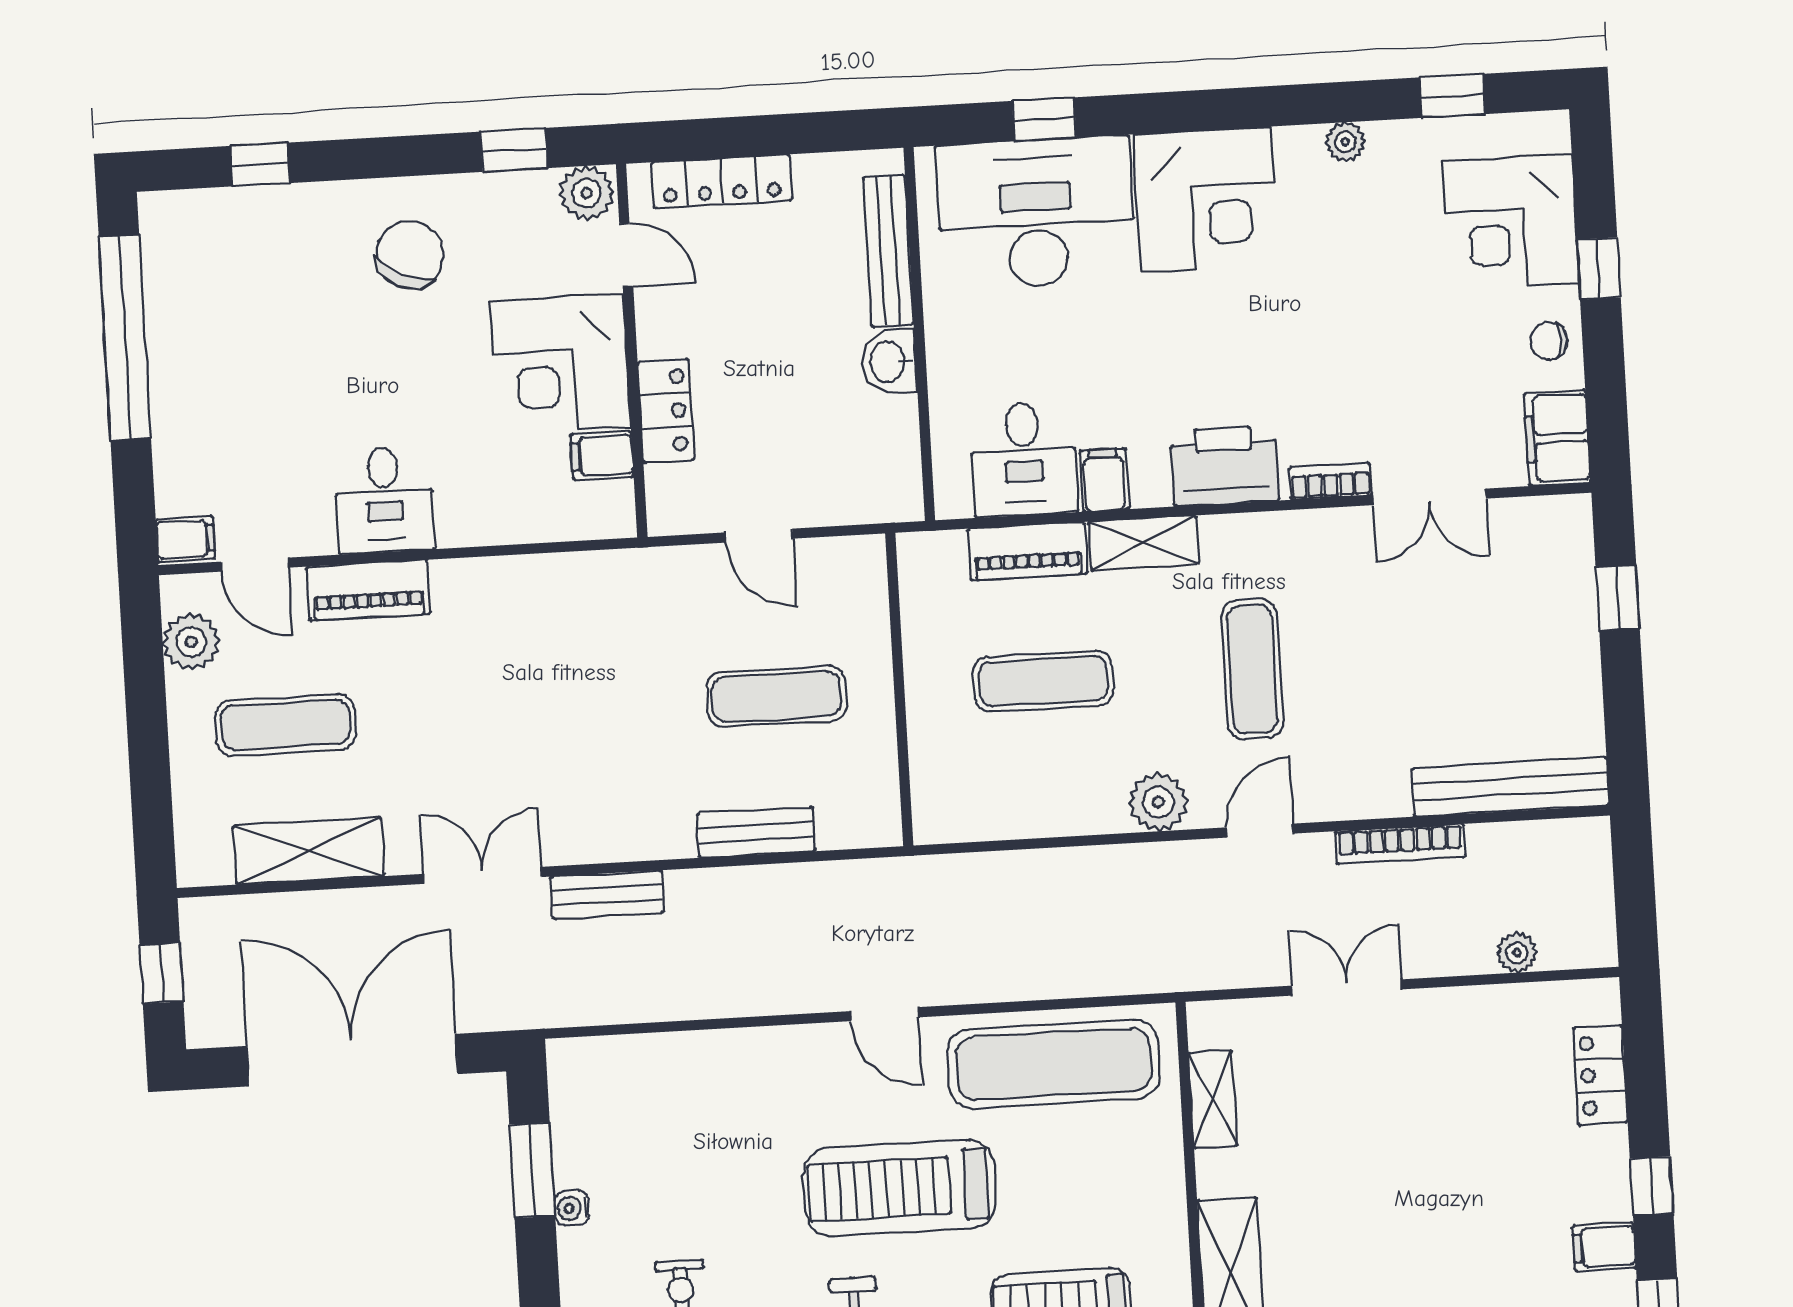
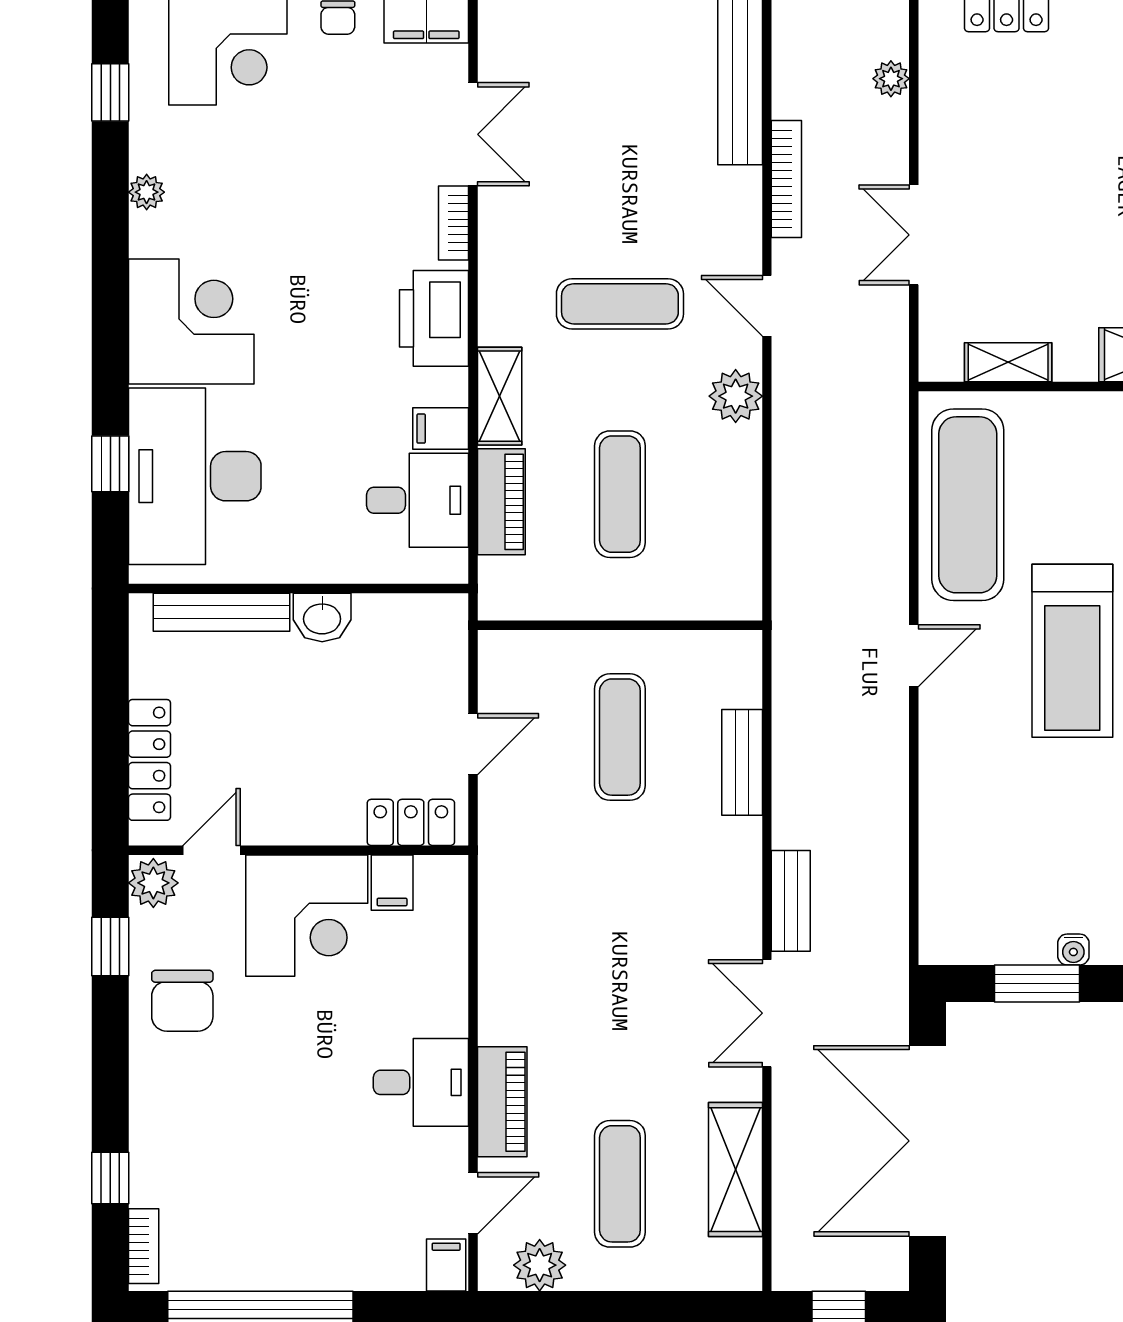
bookcase: (187, 205) -> (144, 1246), added
chair: (410, 255) -> (182, 1001), moved, turned -115
locker: (666, 411) -> (411, 822), moved

